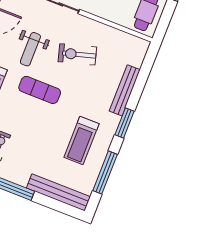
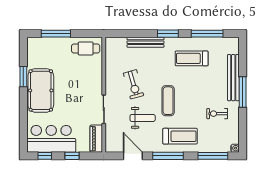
treadmill: (81, 141) -> (192, 58), turned 180
bench: (58, 192) -> (233, 78), moved

